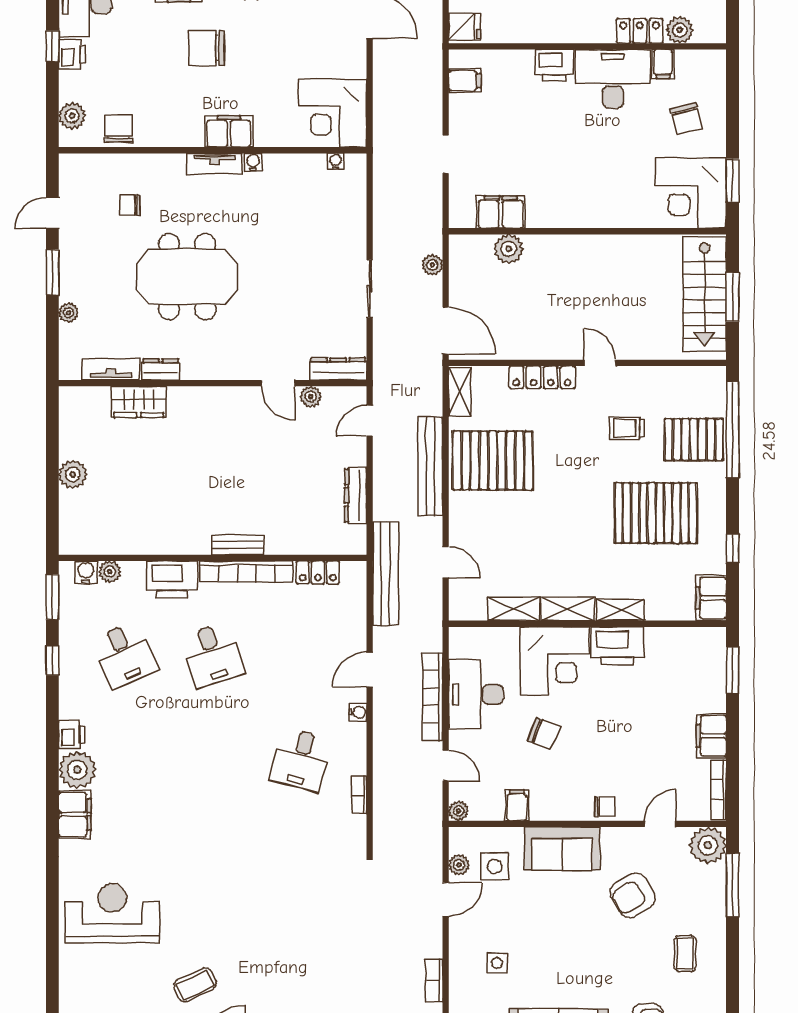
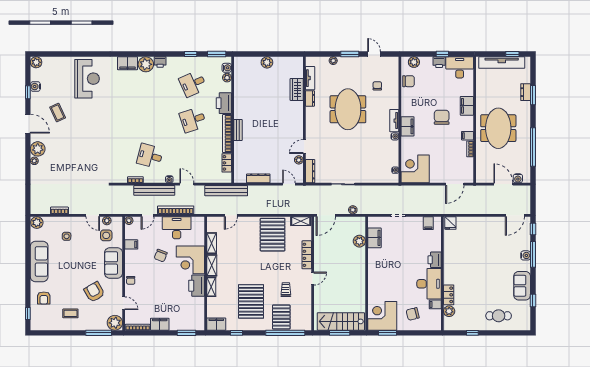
bench: (430, 466) -> (154, 190), moved

